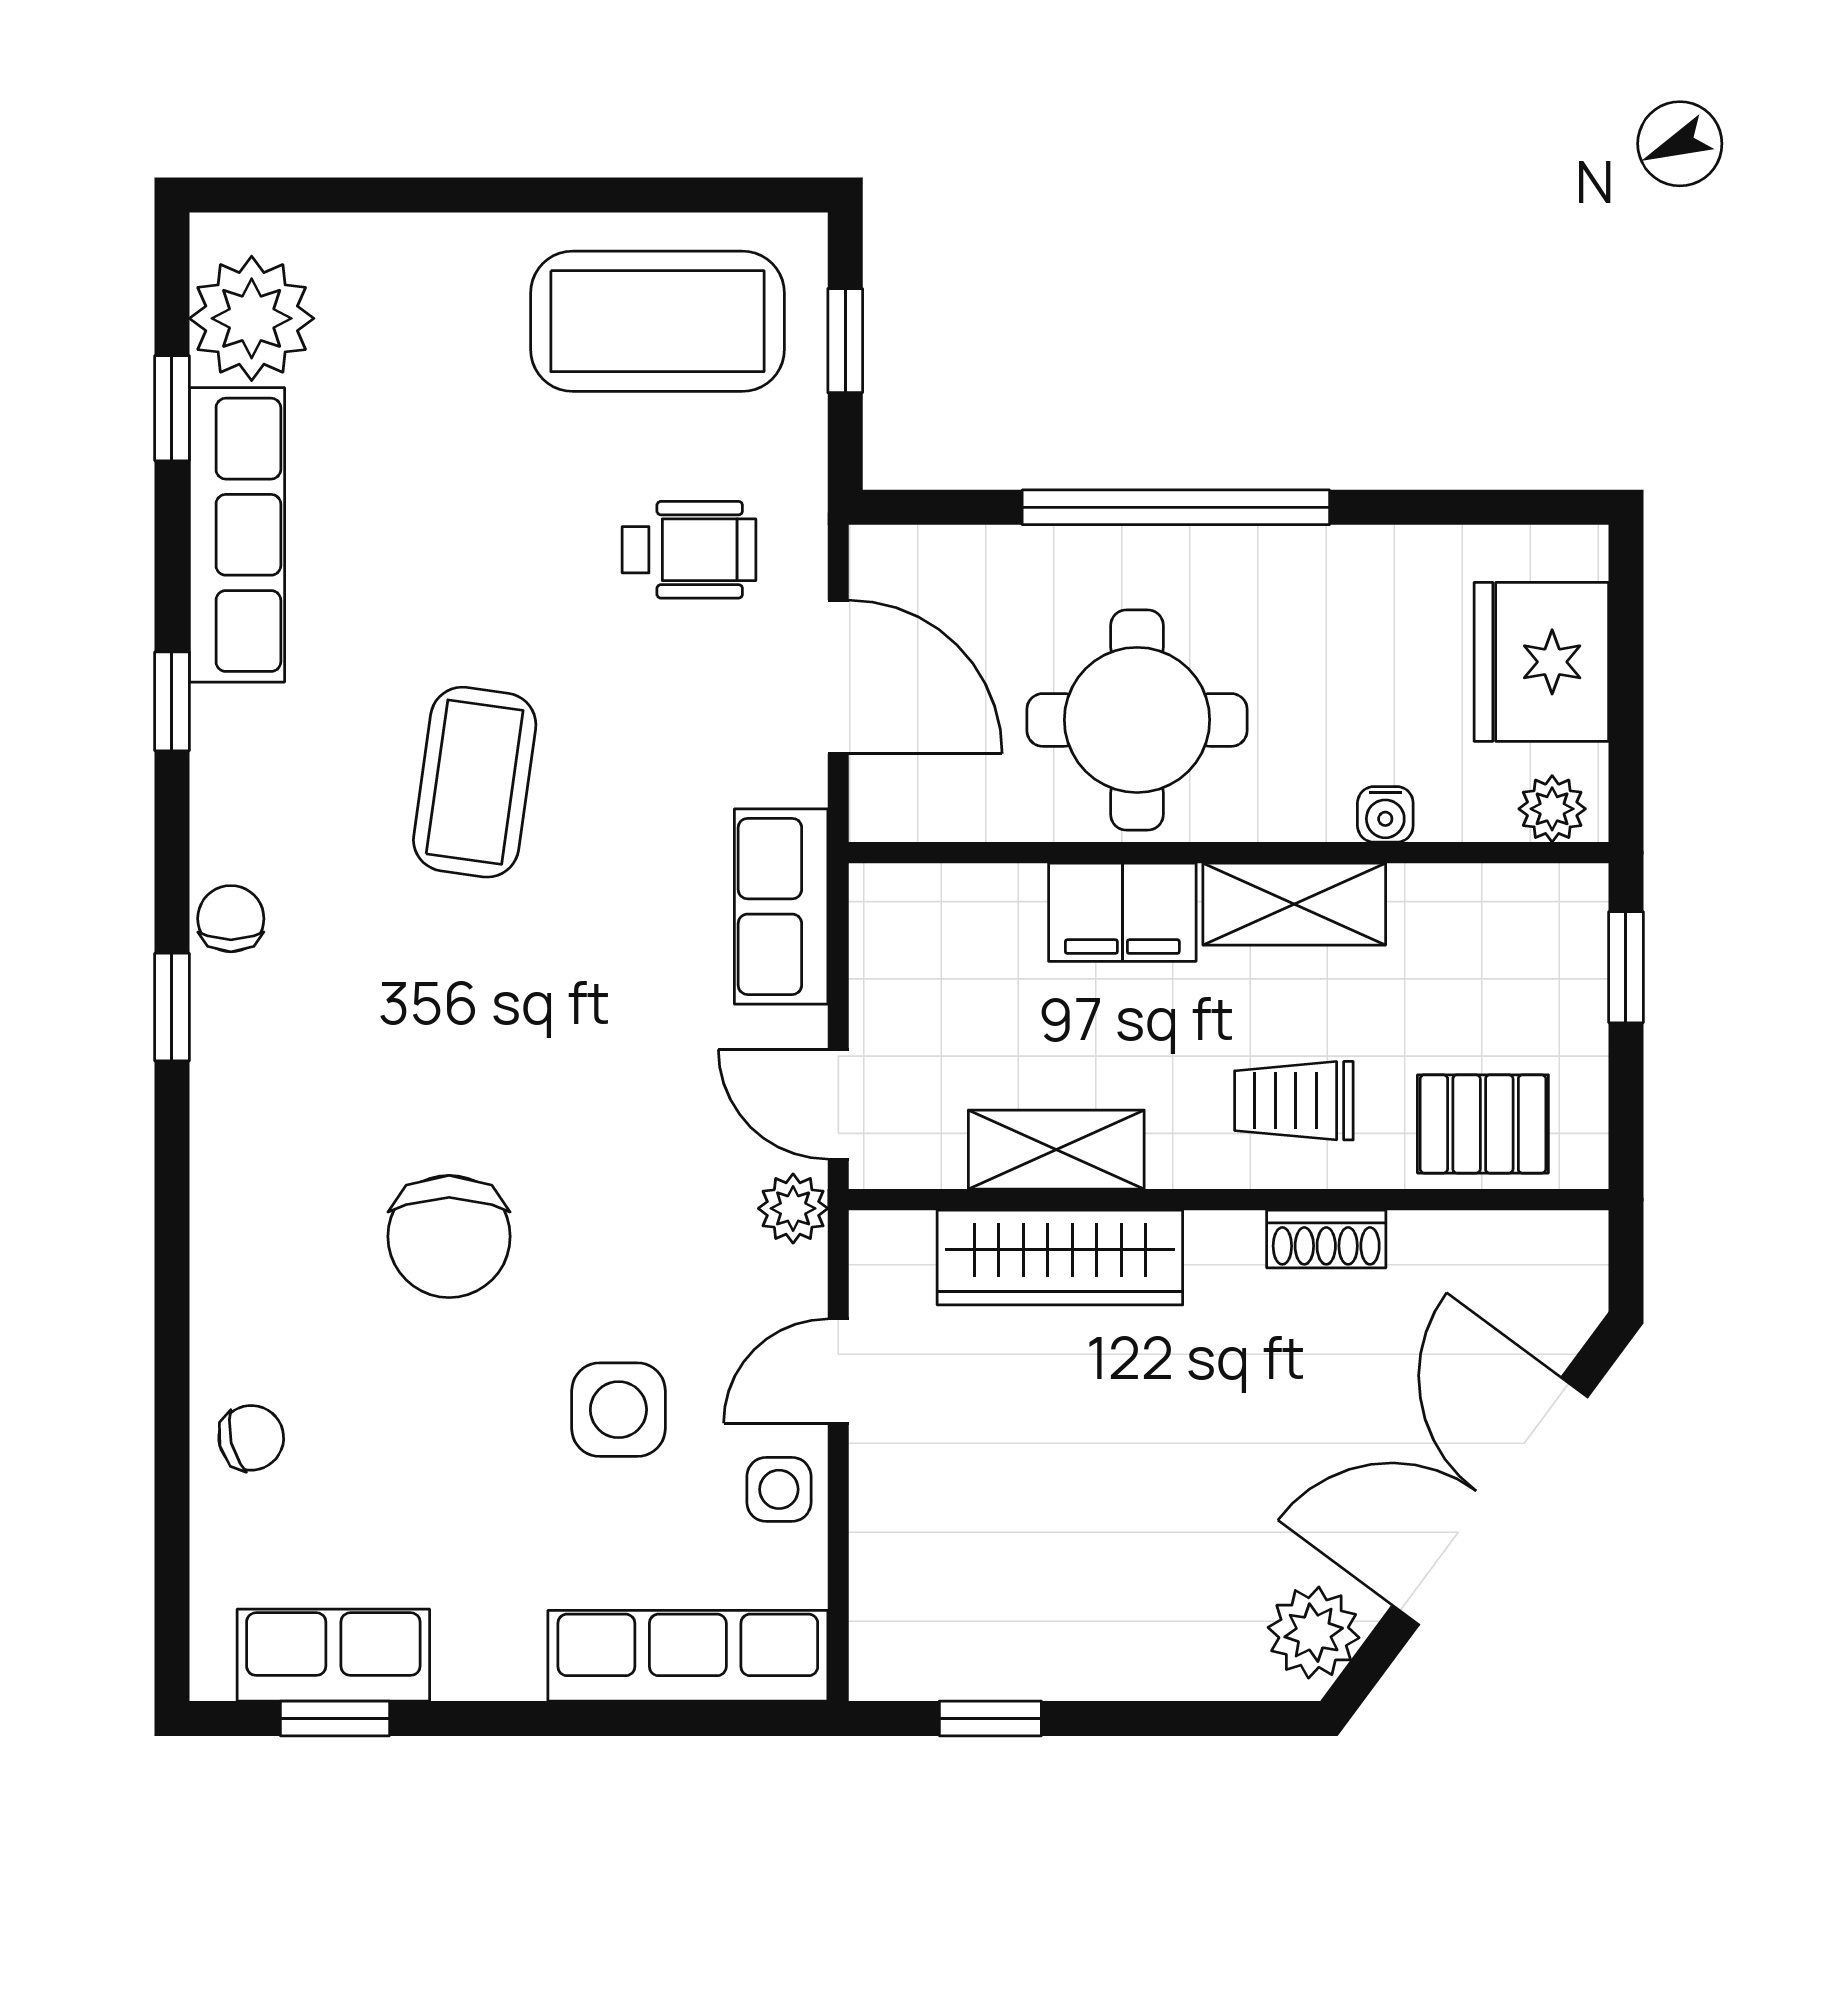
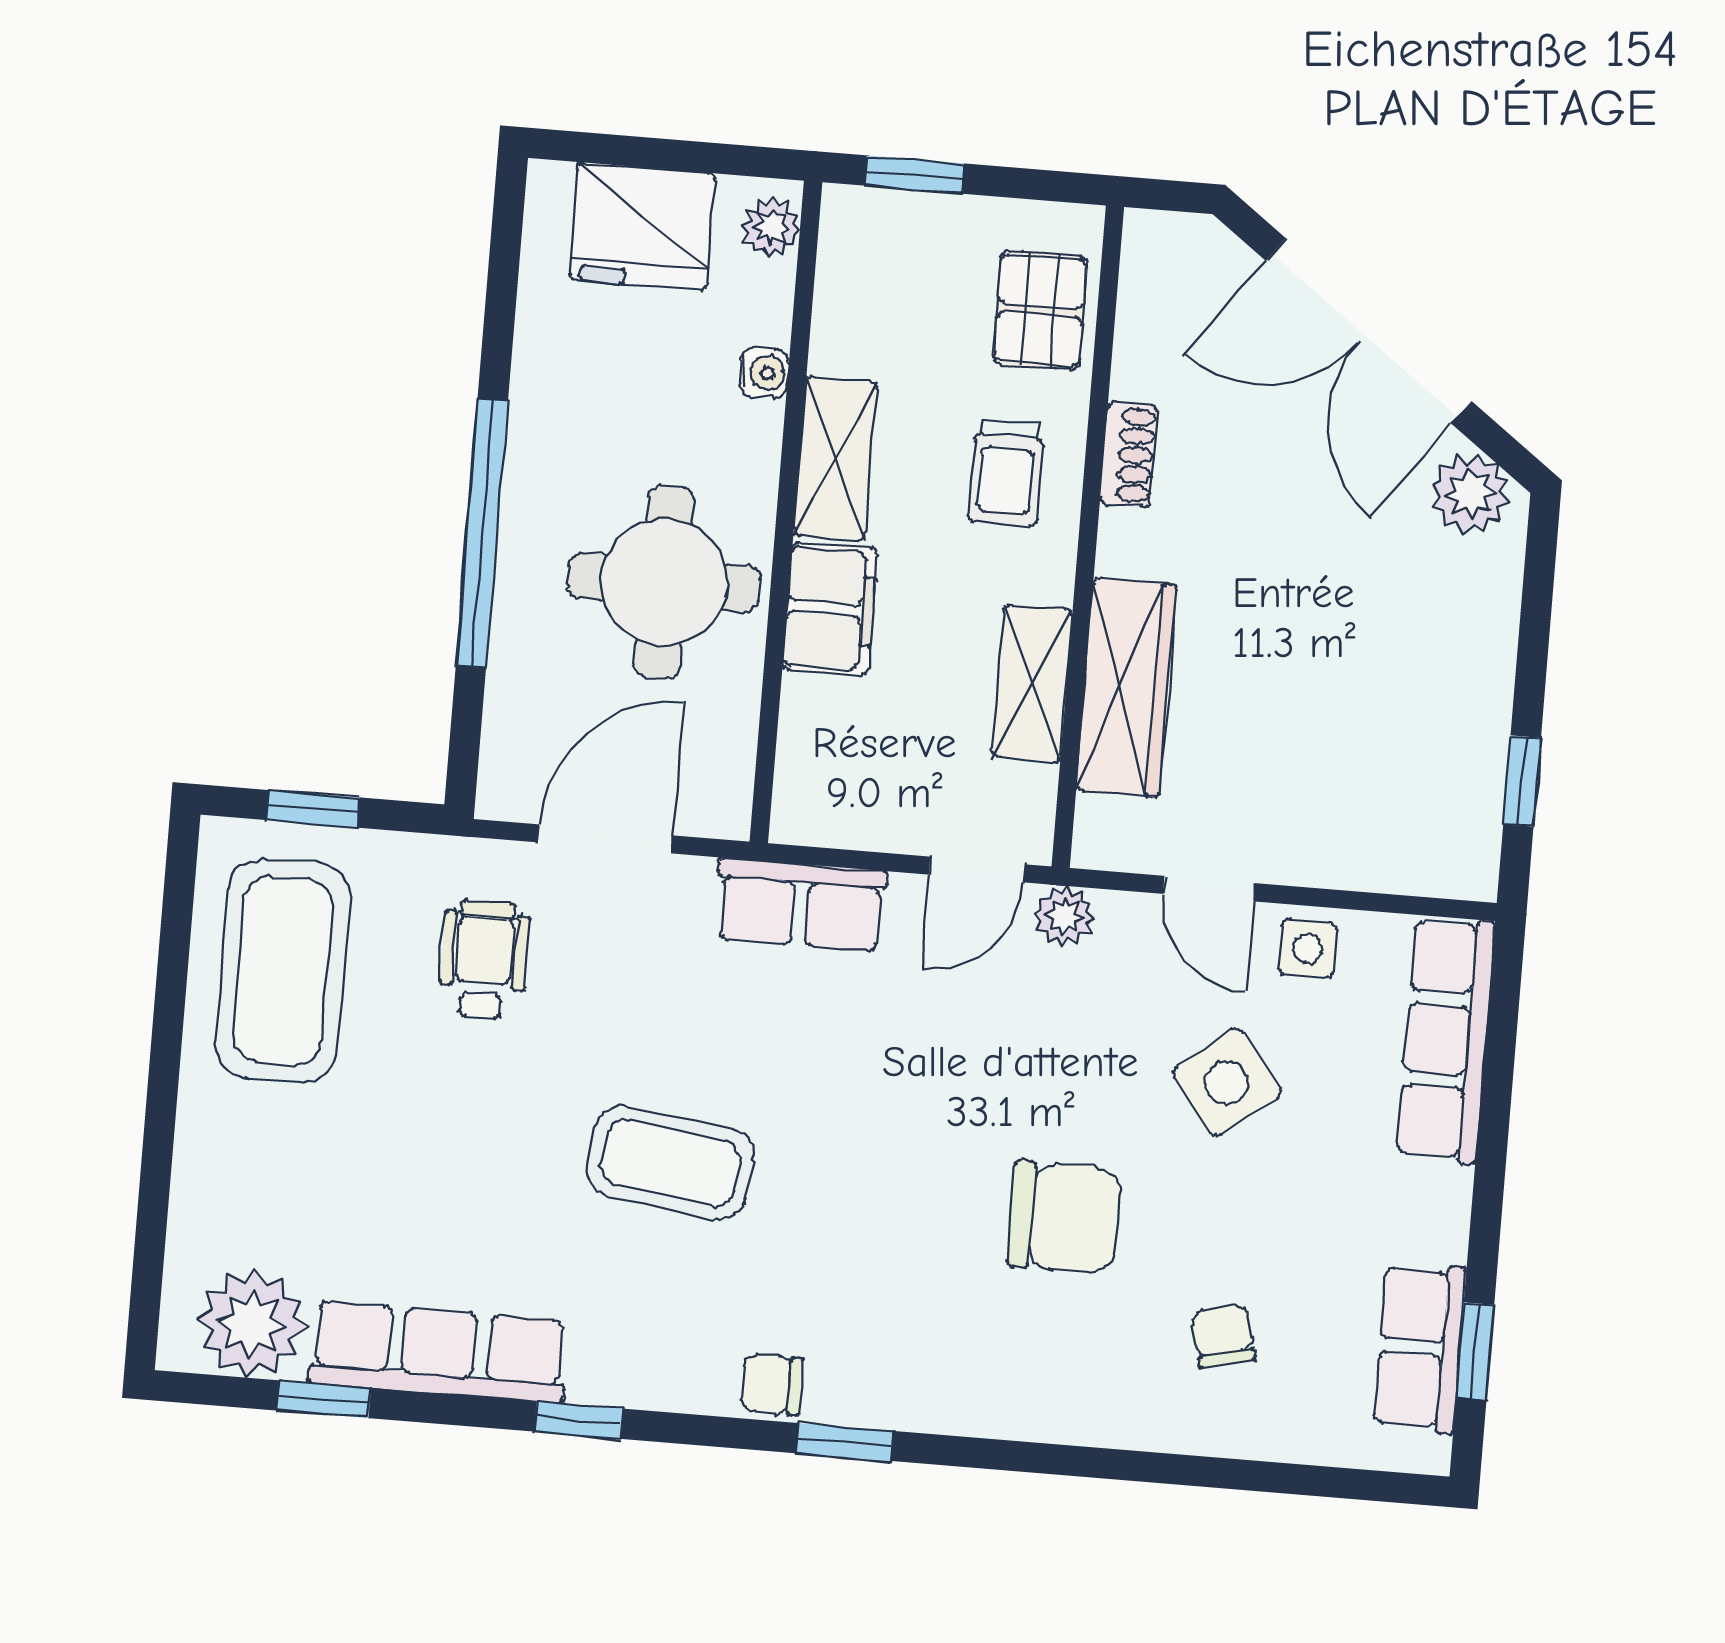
side table: (618, 1410) -> (1227, 1082), turned -38
chair: (251, 1438) -> (1223, 1336), moved

